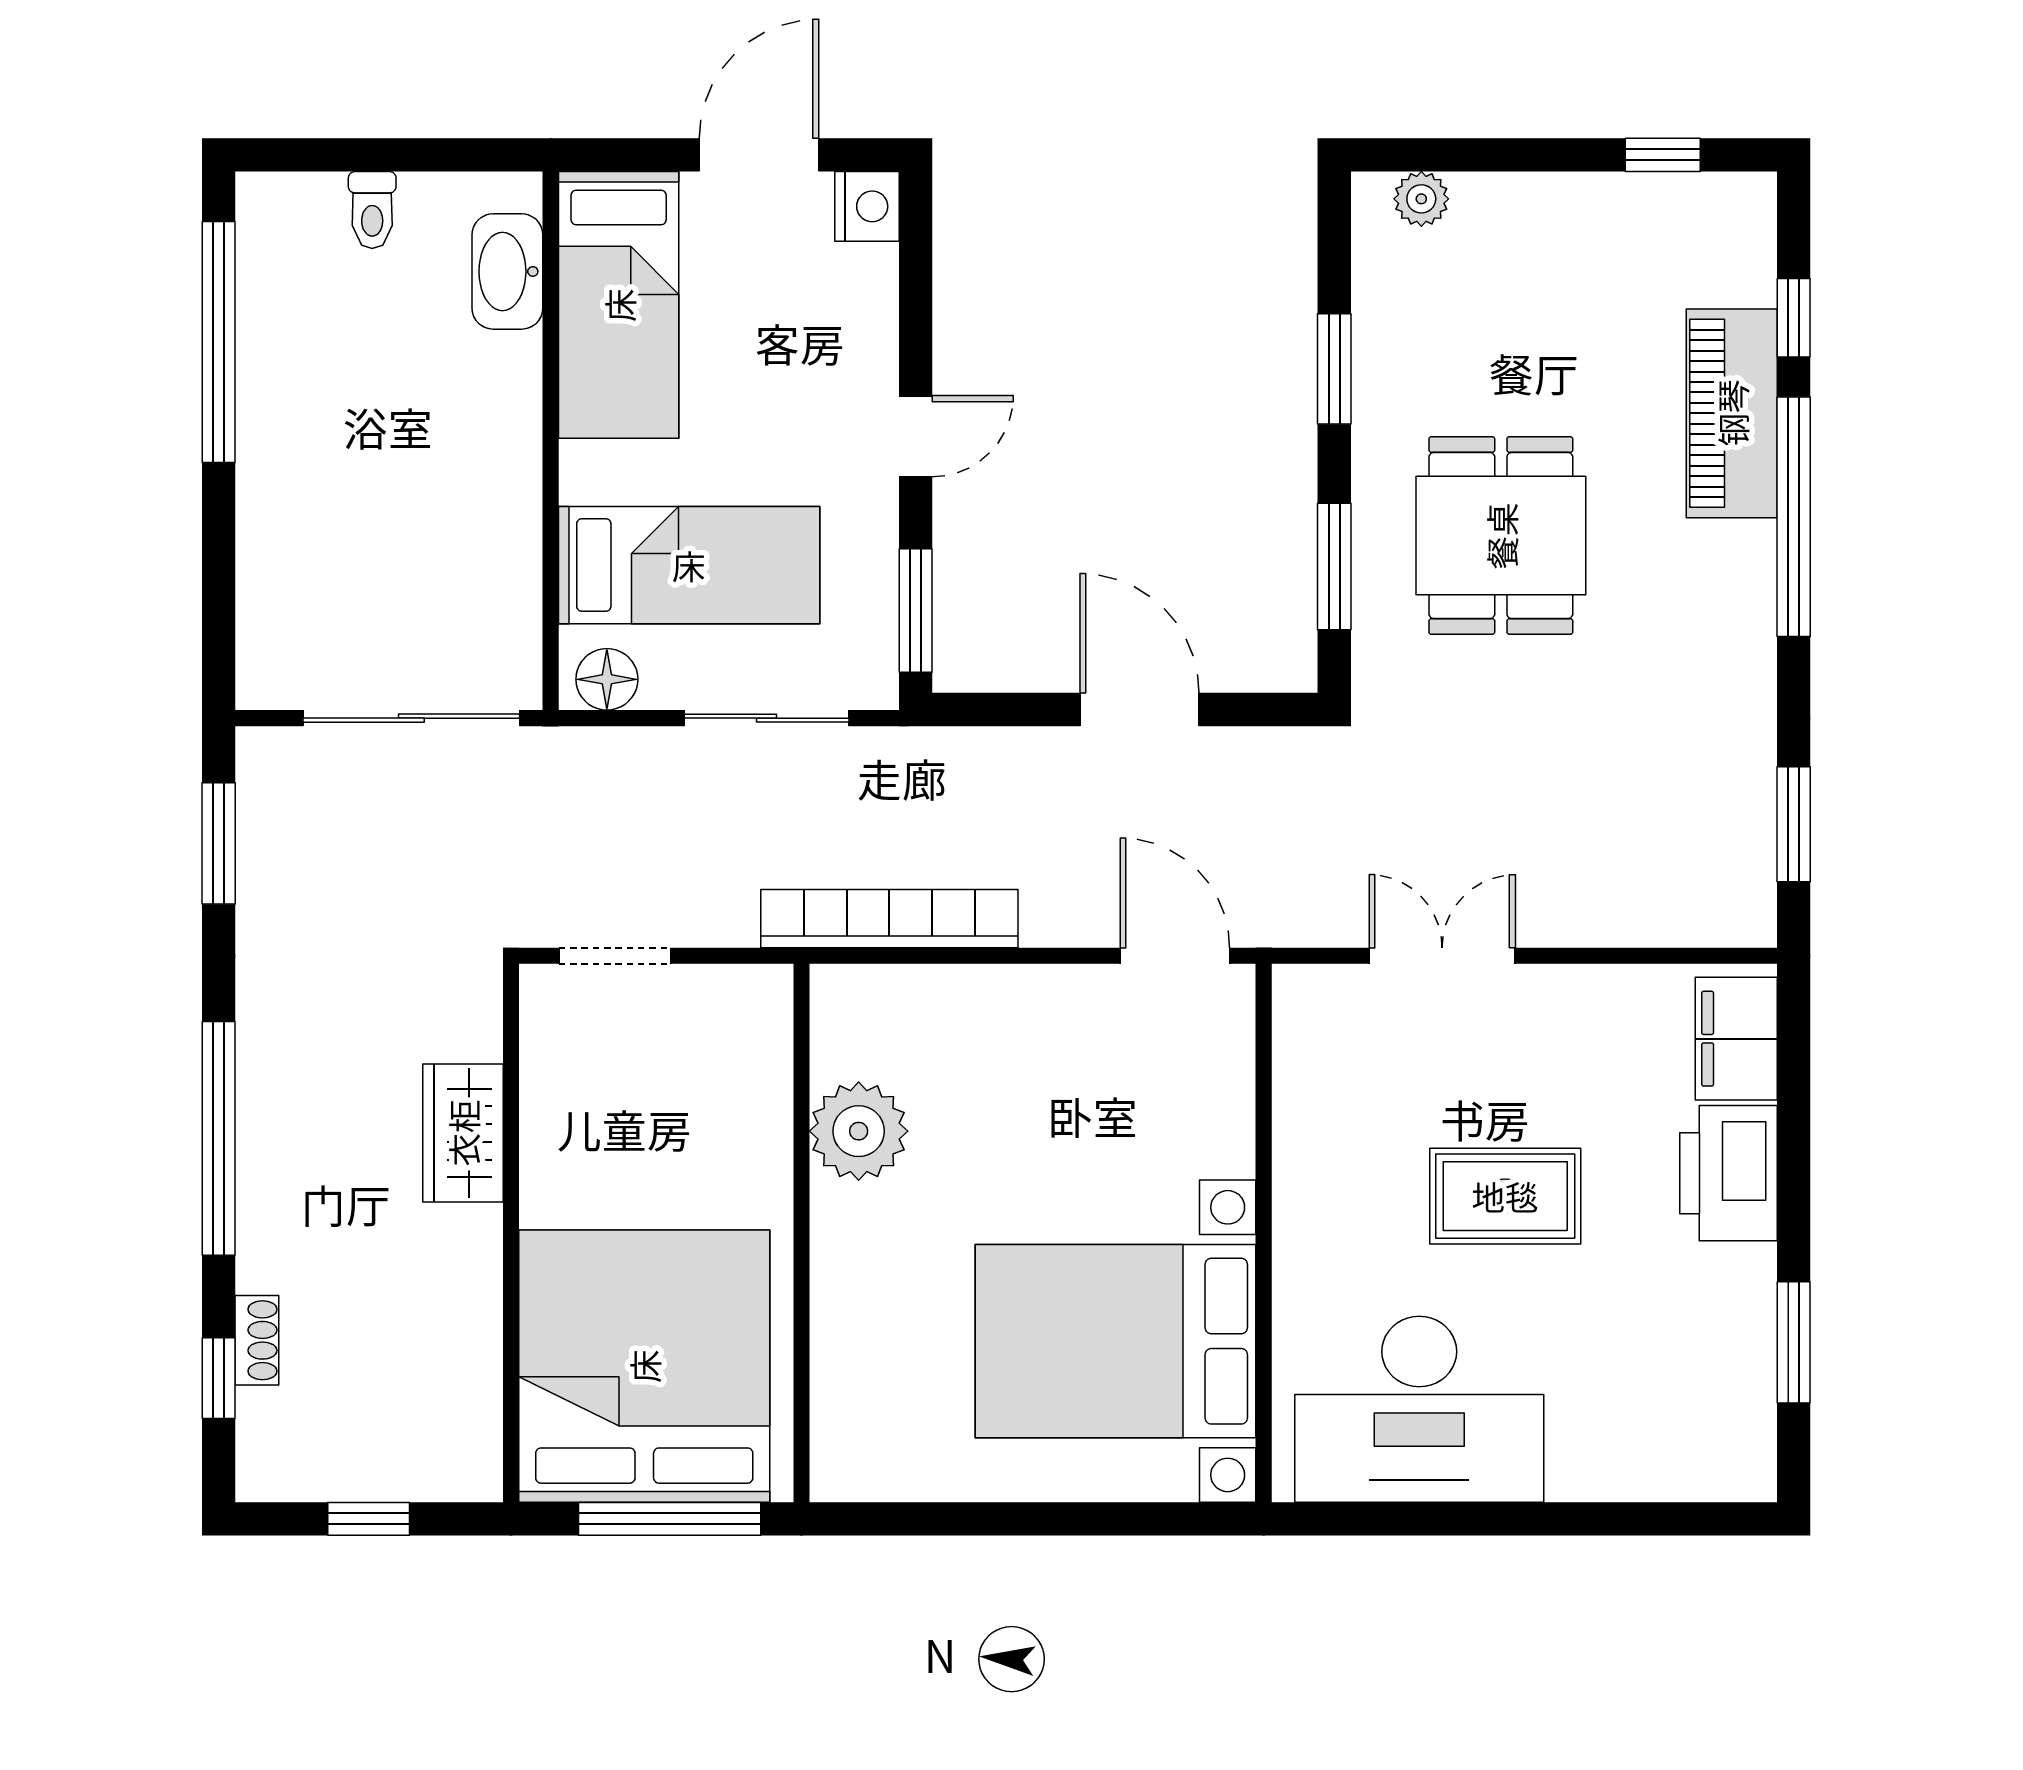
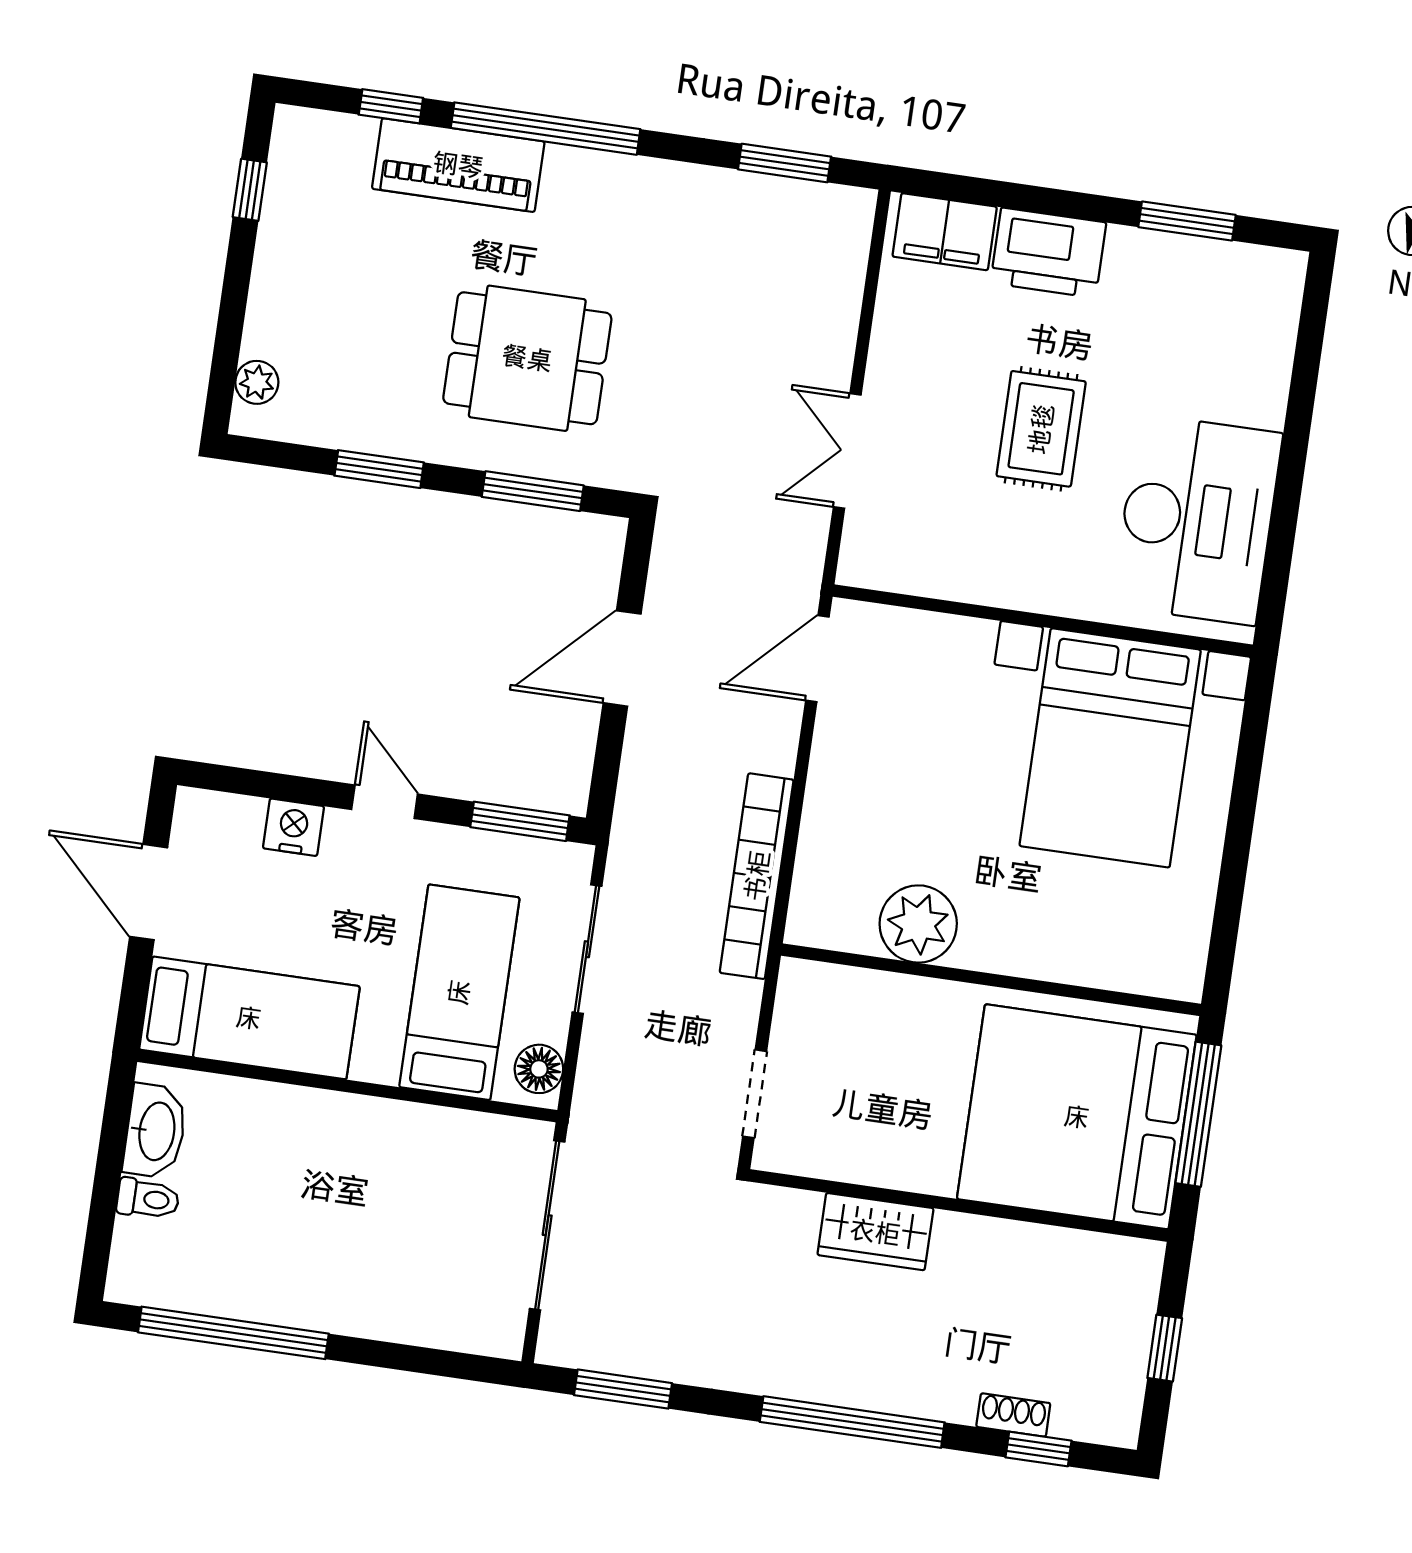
nightstand: (867, 206) -> (293, 827), moved
washbasin: (507, 271) -> (155, 1131), moved, turned -90

